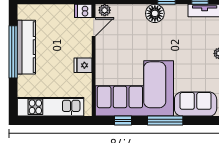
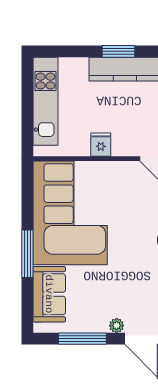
window: (13, 52) -> (119, 51), width x0.47
window: (123, 121) -> (27, 198), removed

